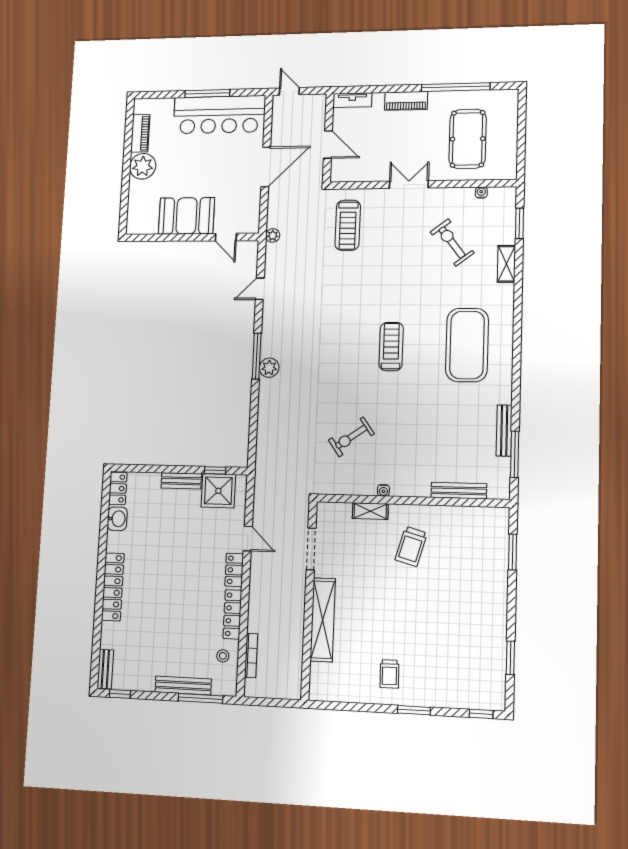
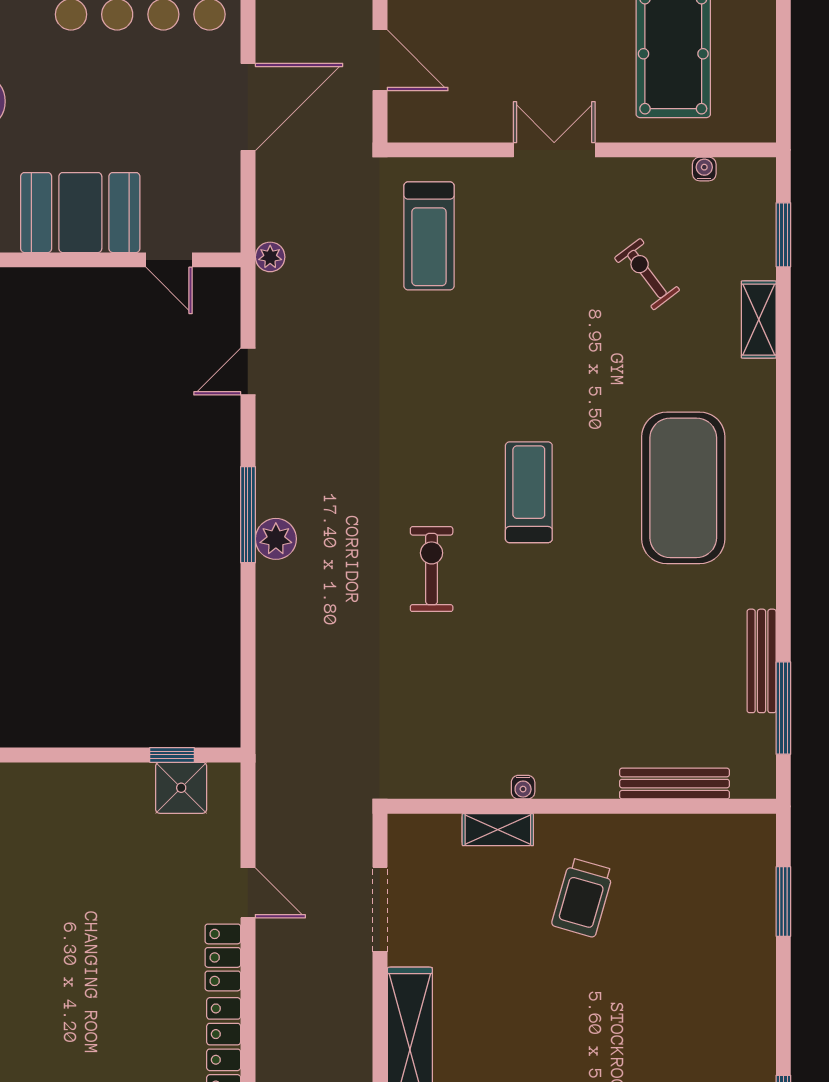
exercise bike: (452, 242) -> (647, 274), width x0.73, depth x0.72
exercise bike: (351, 437) -> (432, 569), moved, turned 125
bench: (181, 481) -> (101, 778), removed
shower: (218, 491) -> (181, 788), width x0.73, depth x0.73

